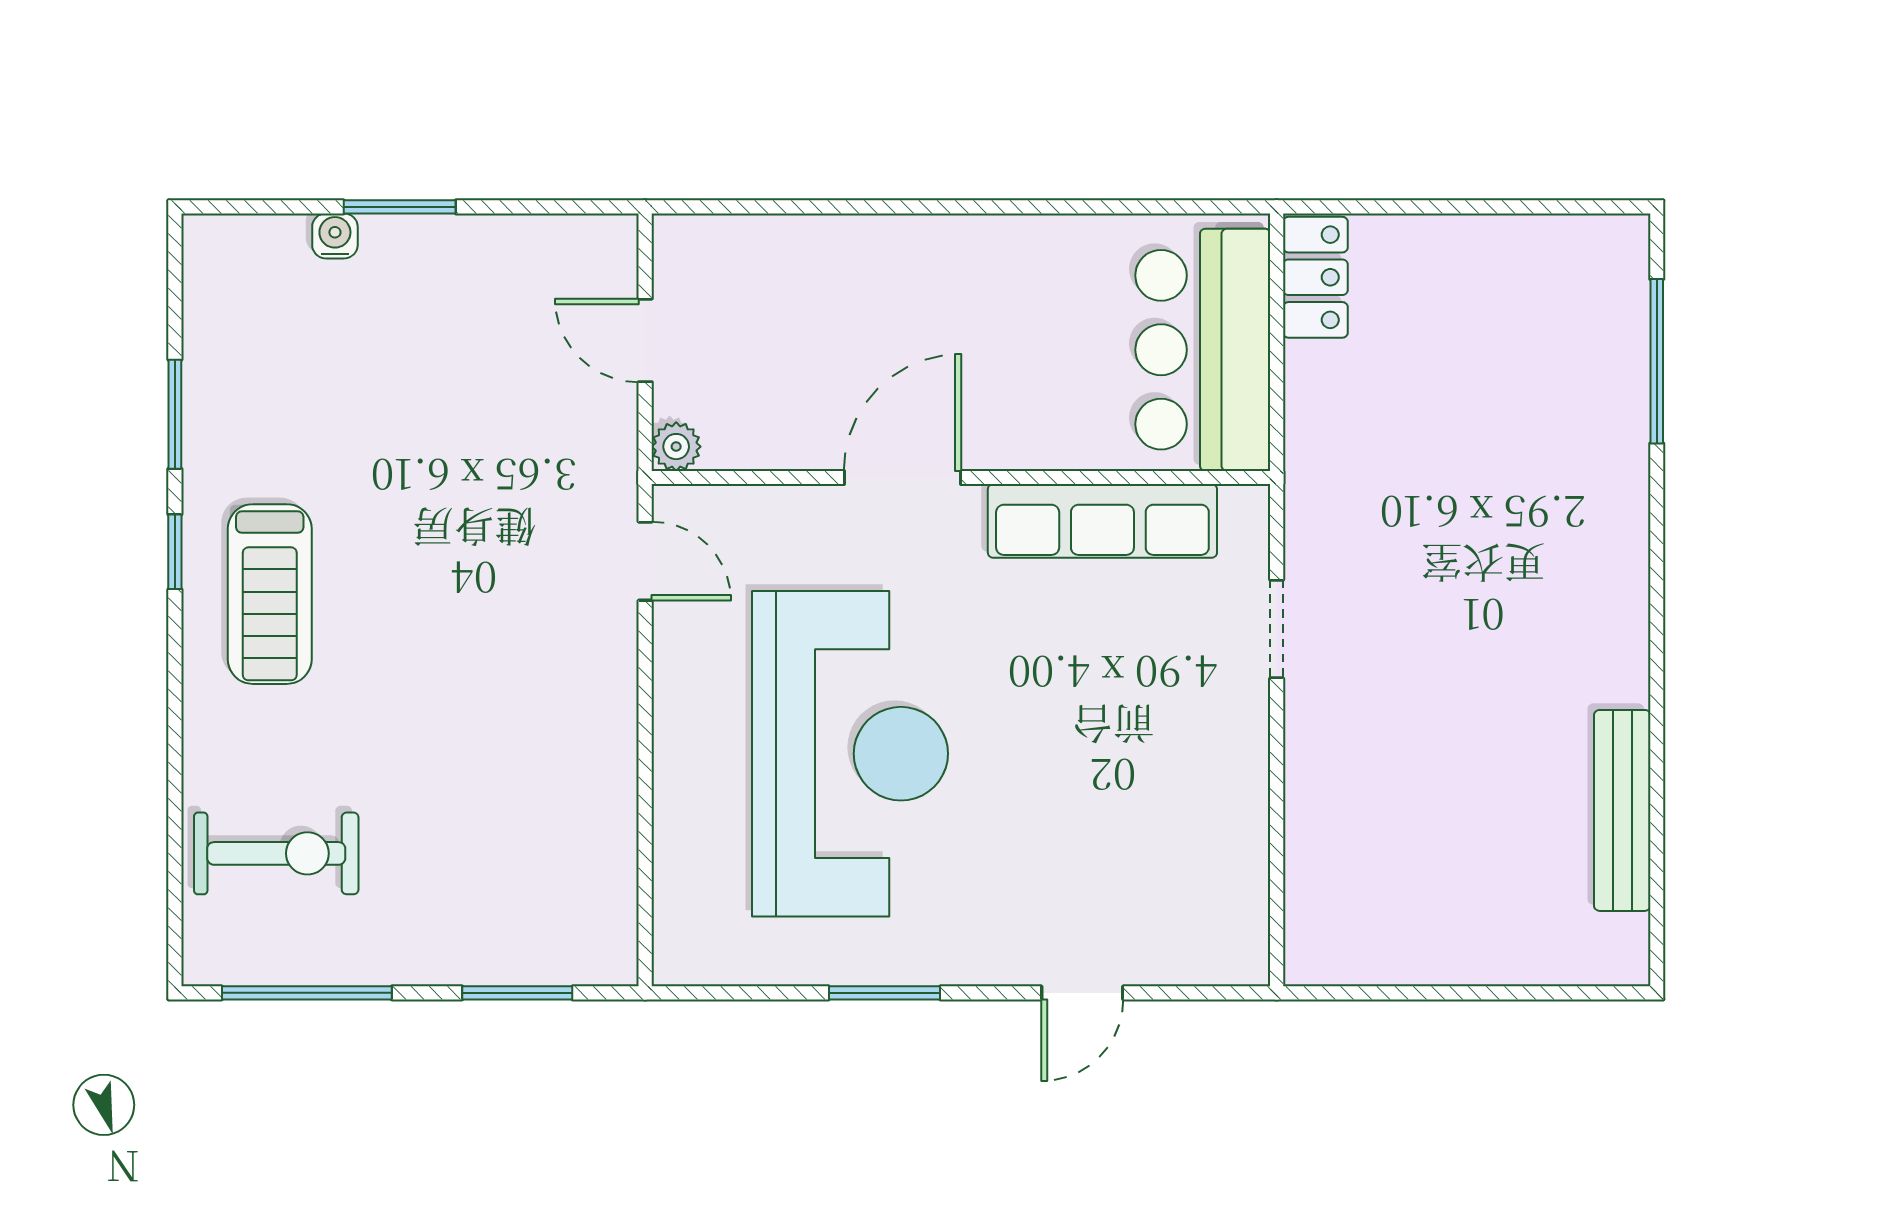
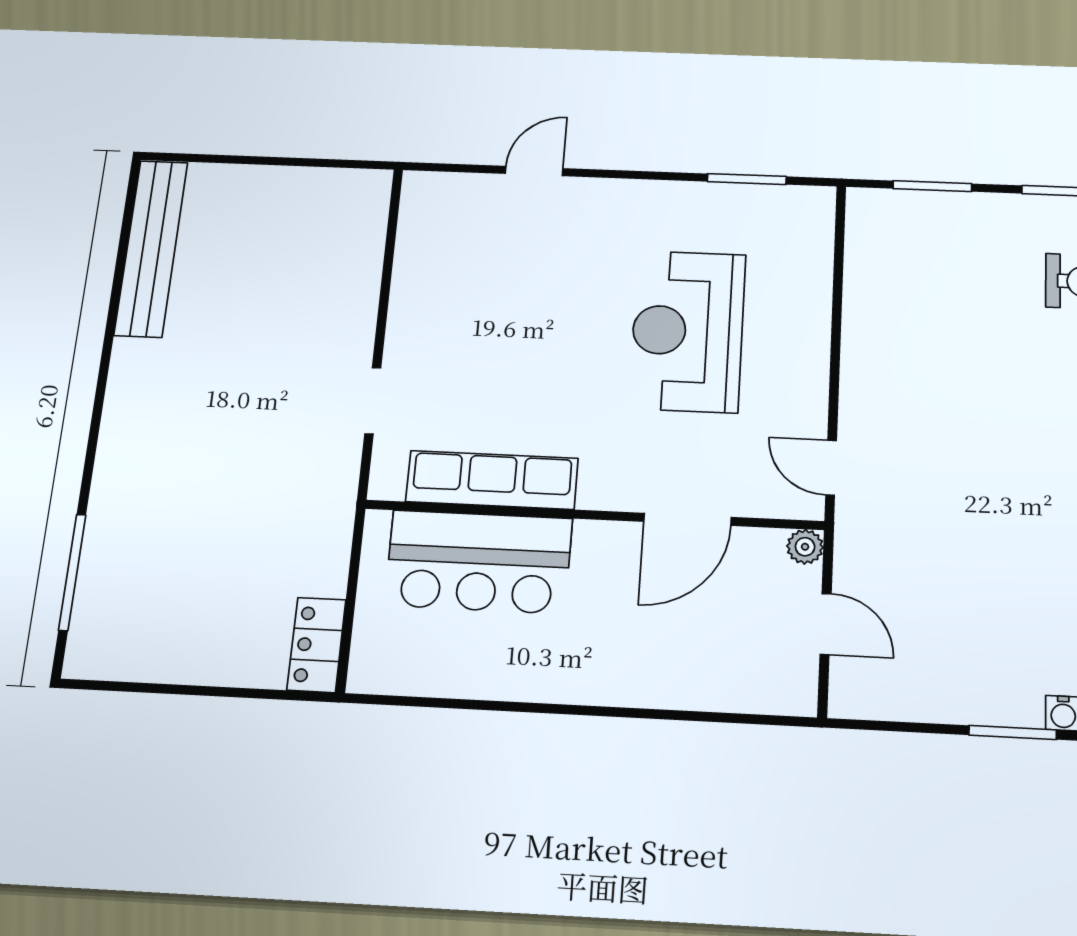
bar counter: (1203, 350) -> (479, 562), moved, turned 90
door: (902, 477) -> (688, 519), moved
reception desk: (850, 754) -> (687, 331), width x0.74, depth x0.77
bench: (1622, 810) -> (151, 248), width x1.37, depth x1.21
window: (884, 993) -> (747, 179), moved

